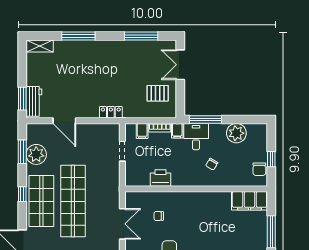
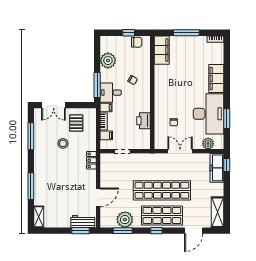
stool: (132, 76) -> (63, 143), added

